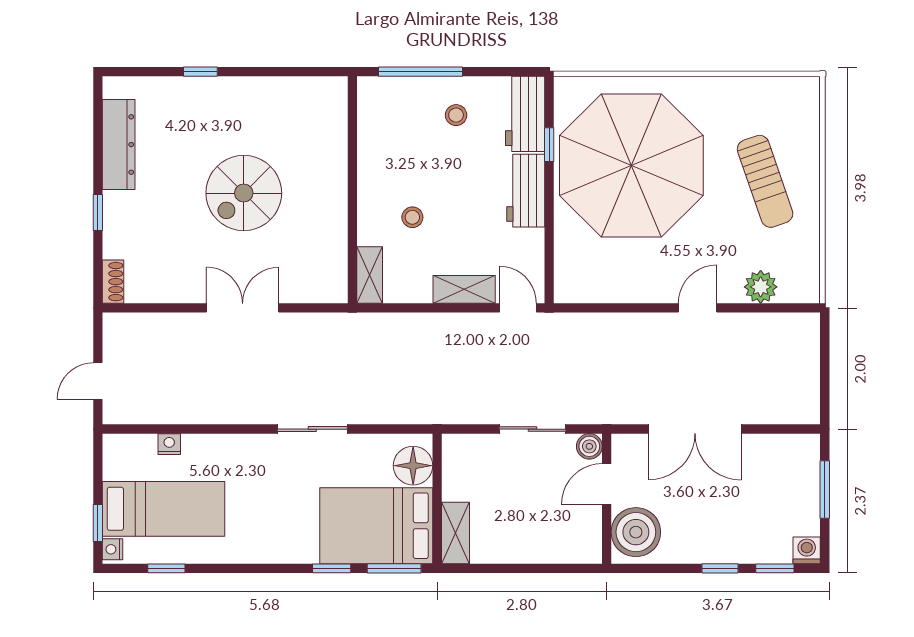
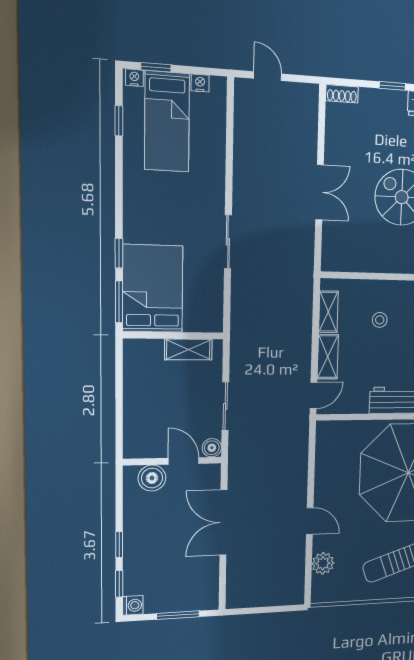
shelving: (370, 275) -> (328, 312), moved, turned 90
nightstand: (169, 444) -> (200, 83), moved, turned -90
floor lamp: (413, 466) -> (199, 318), removed
boiler: (636, 532) -> (152, 478), width x0.73, depth x0.73
shelving: (456, 533) -> (188, 350), moved

